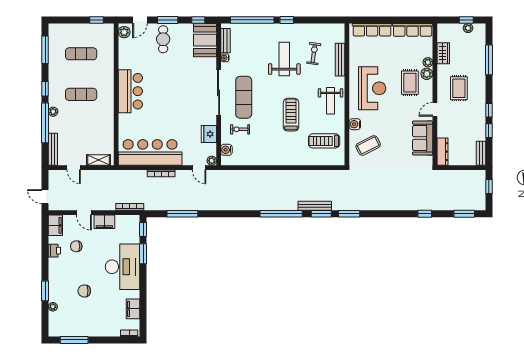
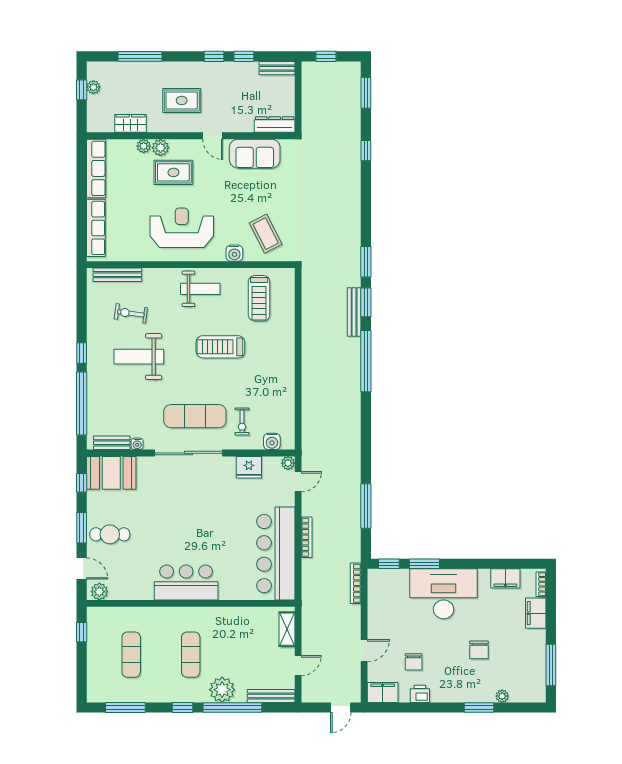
bench: (340, 60) -> (117, 275), moved
plant: (53, 112) -> (222, 690), width x1.87, depth x1.87
filing cabinet: (104, 222) -> (536, 613), moved, turned 180

